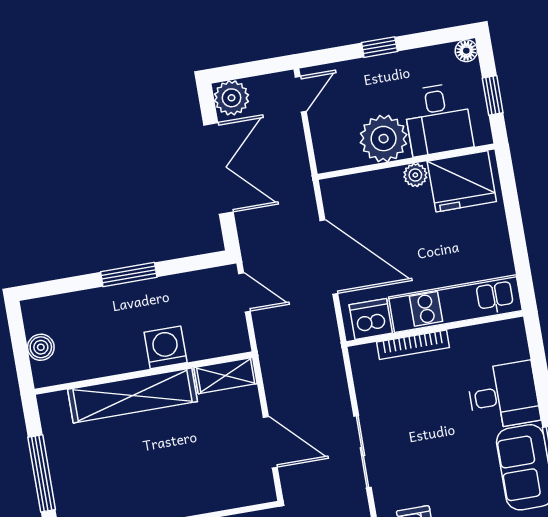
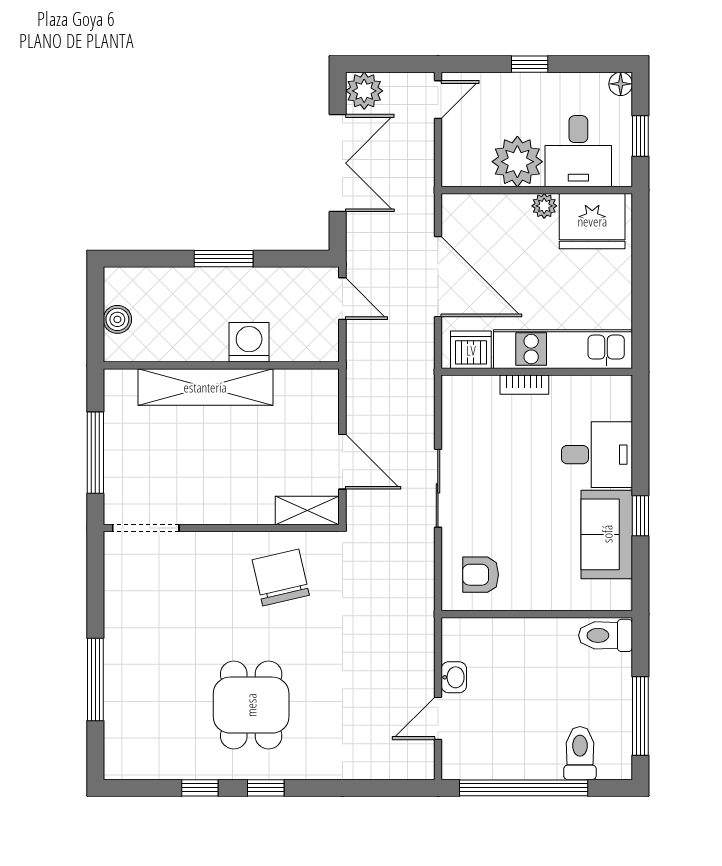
bookcase: (413, 345) -> (524, 385), width x0.64
shelving: (226, 376) -> (307, 510), moved

